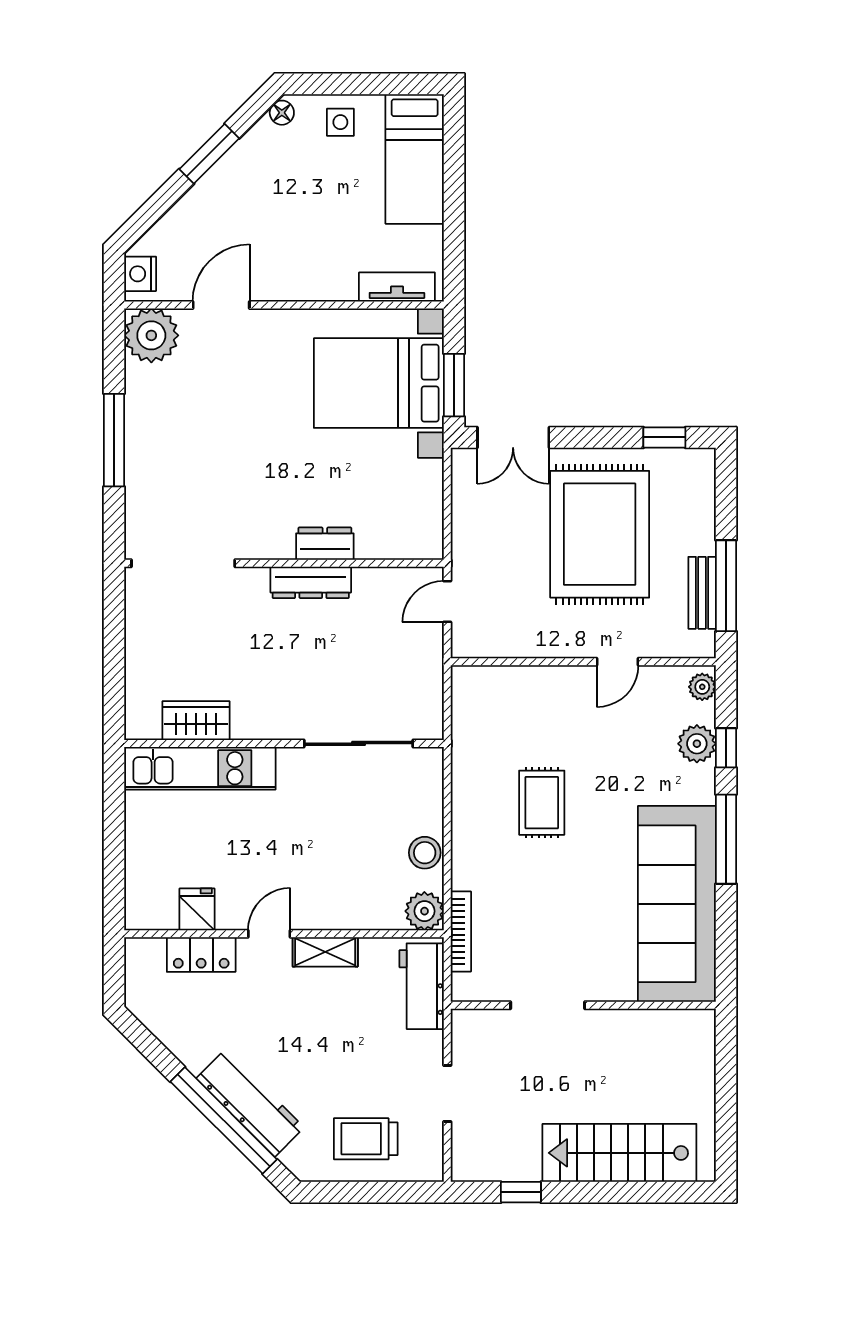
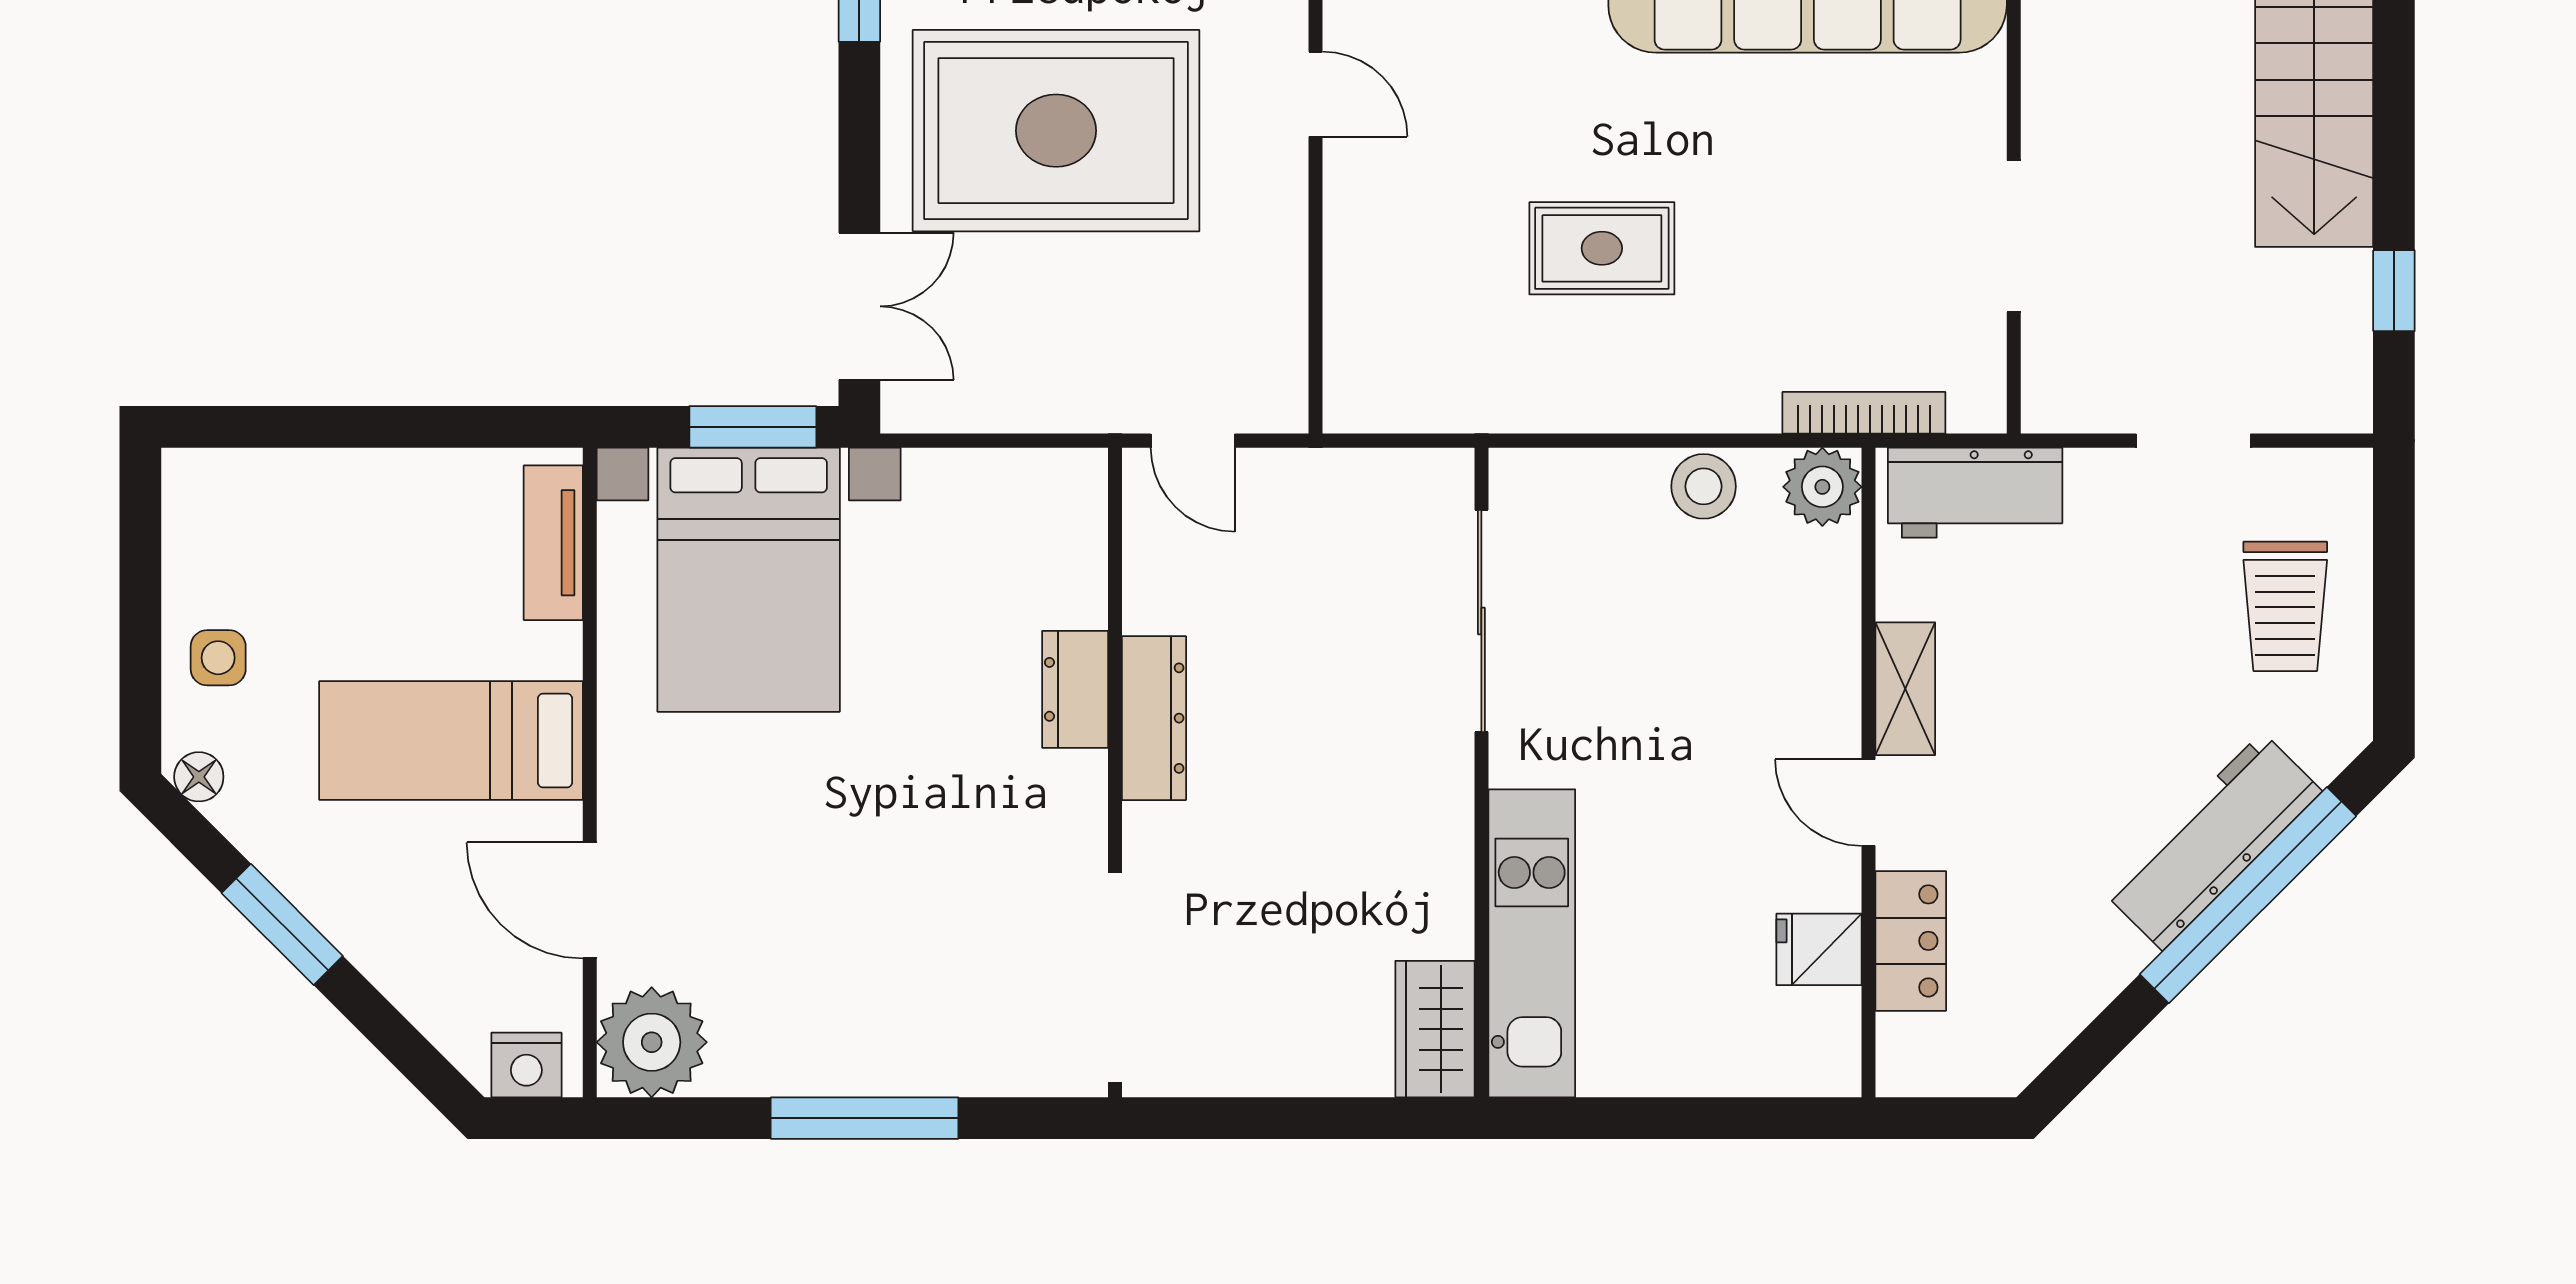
bed: (415, 159) -> (451, 741), moved, turned 180
wardrobe: (196, 721) -> (1435, 1029), moved

